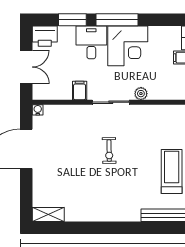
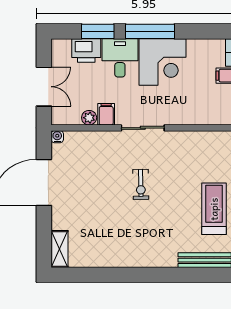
printer: (45, 36) -> (86, 51), moved
plant: (141, 94) -> (89, 118), moved
shelving: (48, 215) -> (59, 249), moved, turned 90

